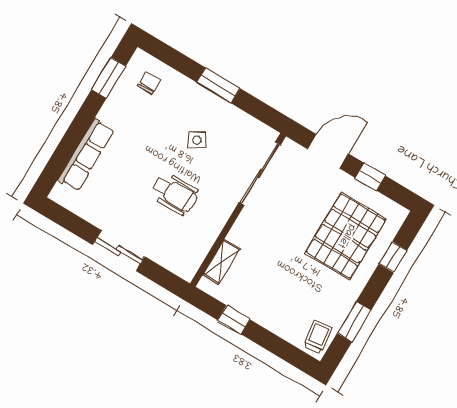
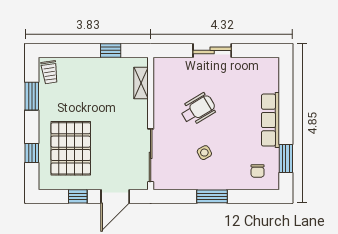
row of seats: (86, 155) -> (270, 120), moved
wheelchair: (175, 194) -> (198, 109), turned 149

